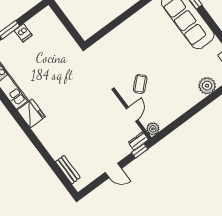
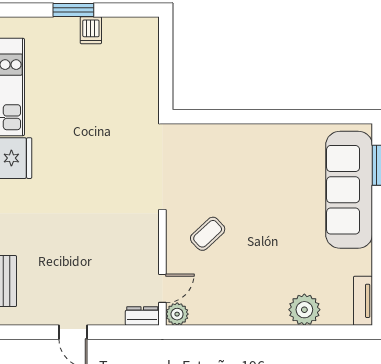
door: (132, 114) -> (162, 288), moved
window: (140, 151) -> (134, 332), removed

